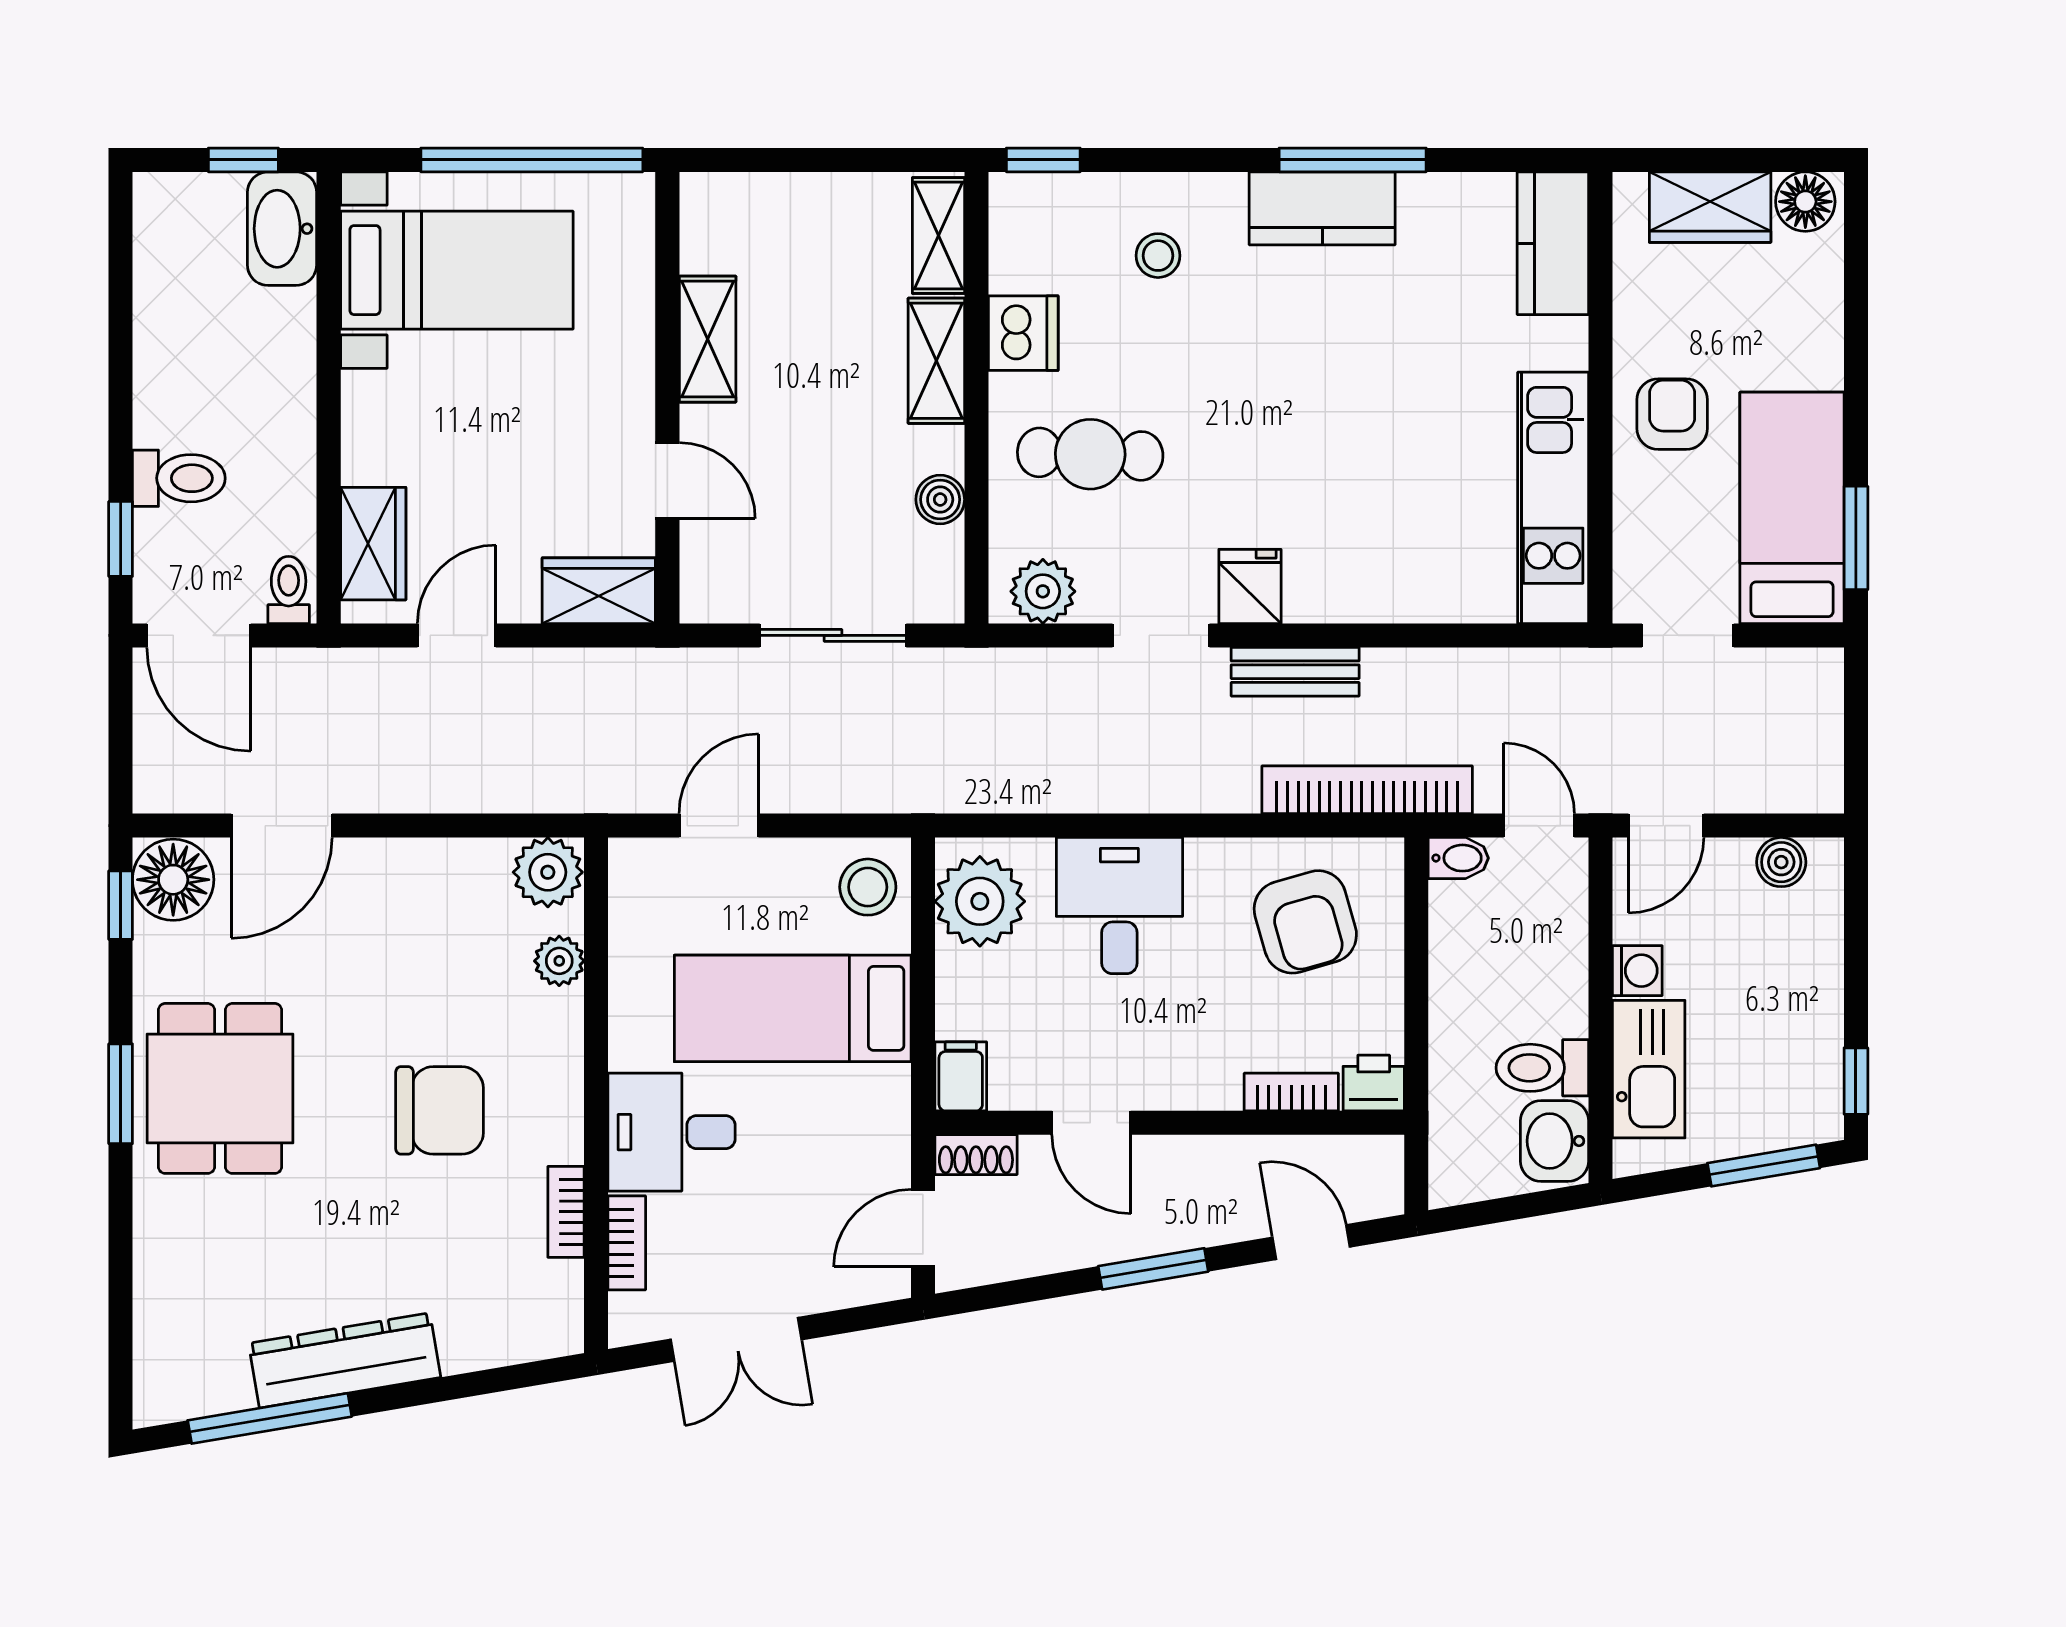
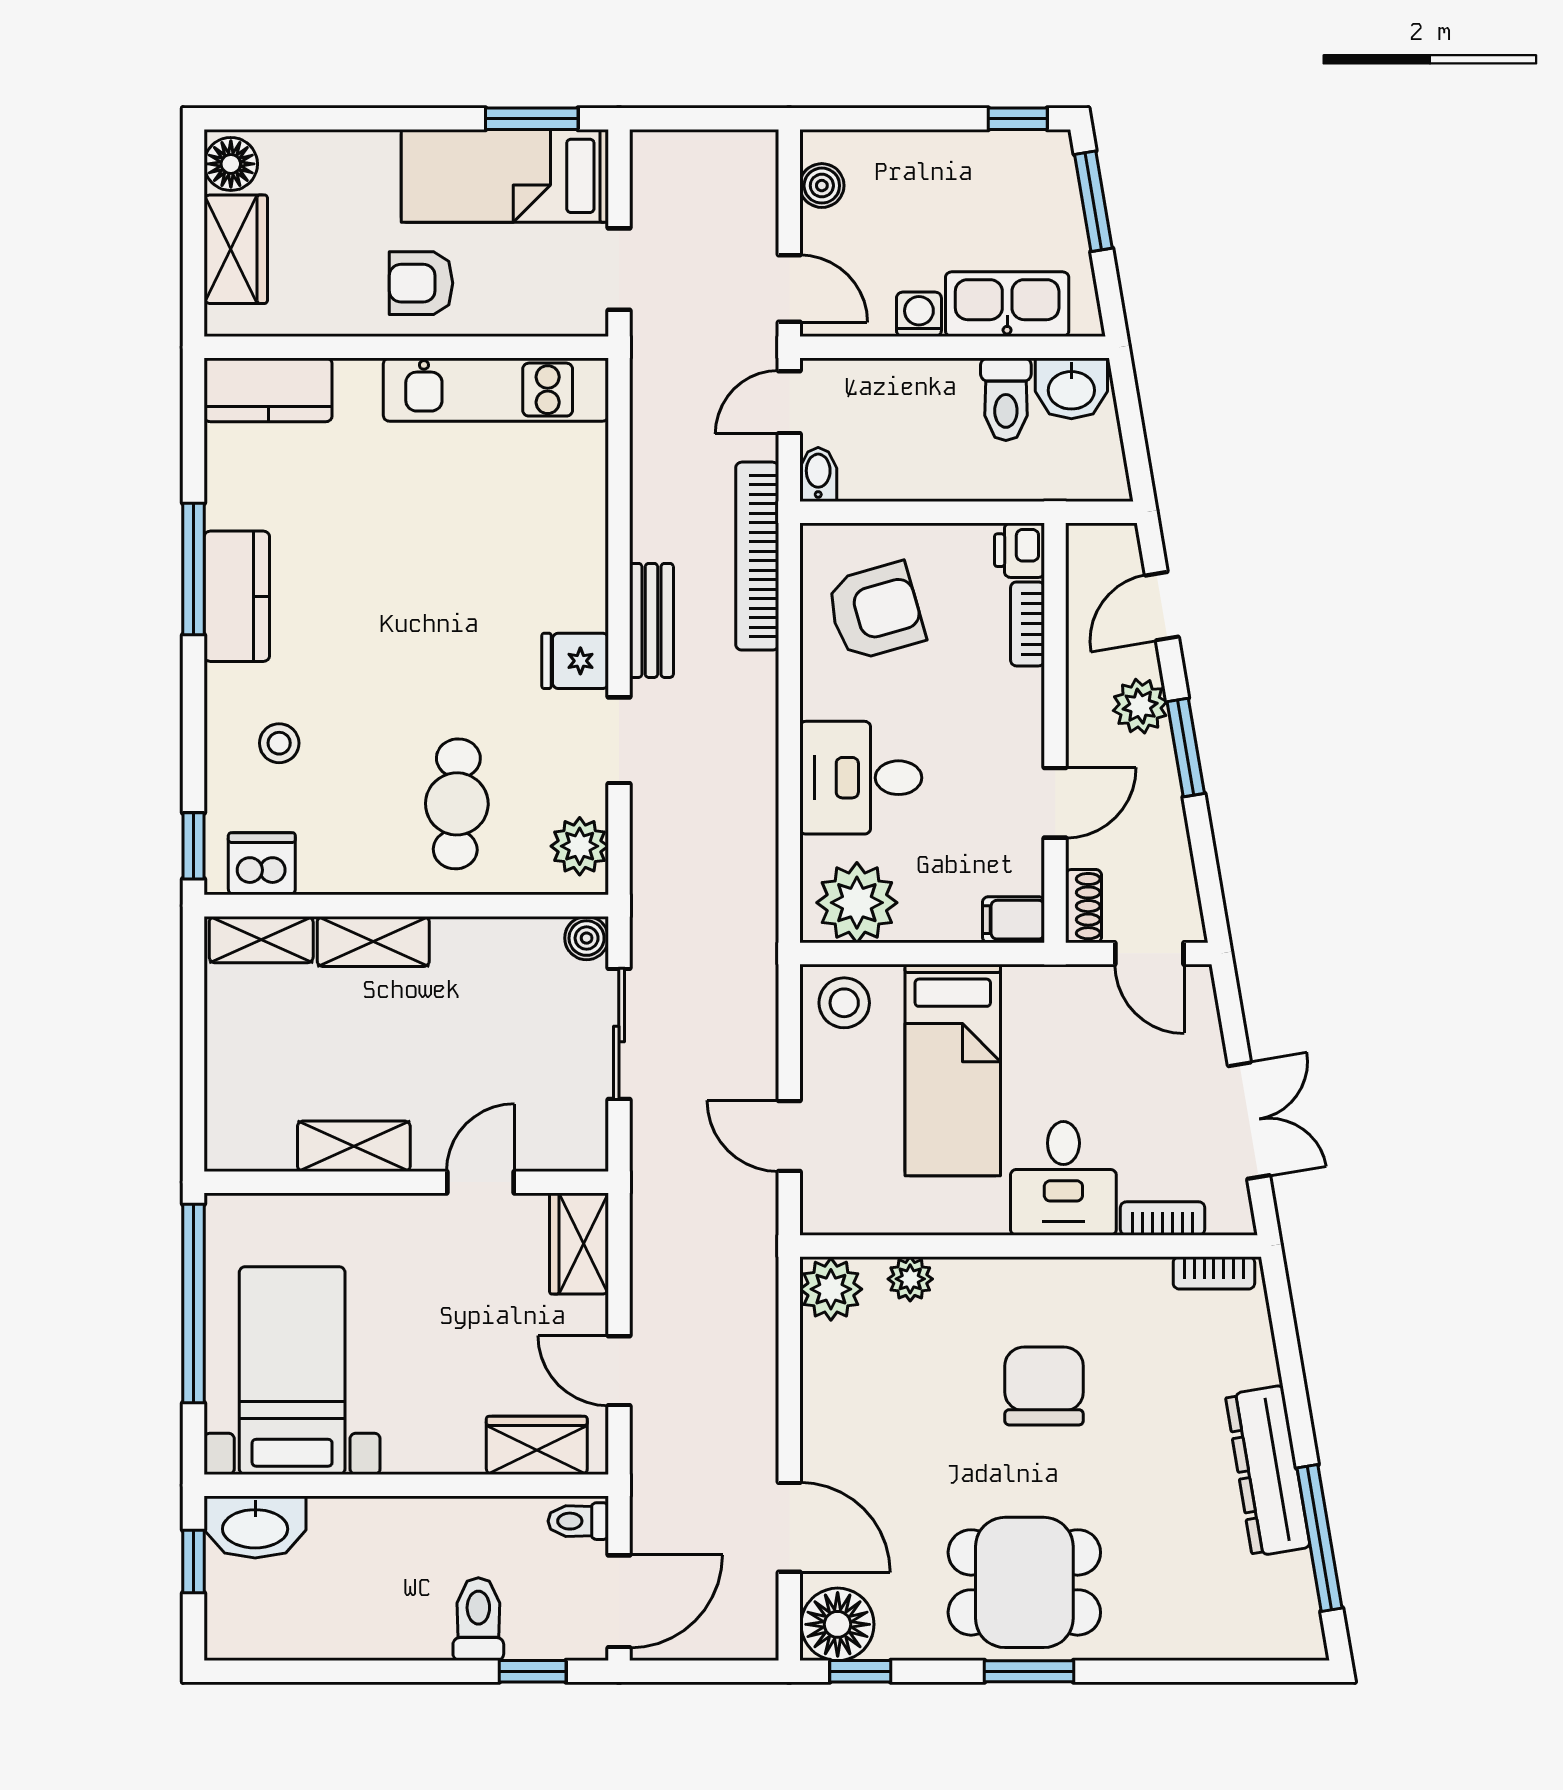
dishwasher: (1023, 333) -> (262, 864), moved
boiler: (940, 500) -> (587, 938), moved
bookcase: (566, 1212) -> (1214, 1273), moved
plant: (1199, 1218) -> (1140, 706), added

